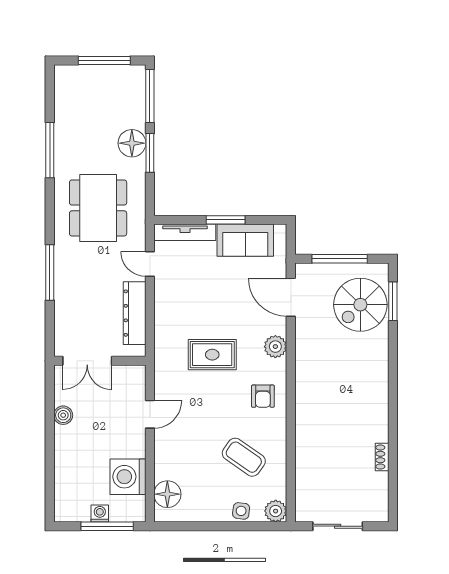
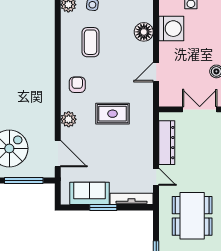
coffee table: (244, 457) -> (91, 42), turned 55
floor lamp: (167, 494) -> (144, 32), moved

